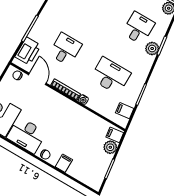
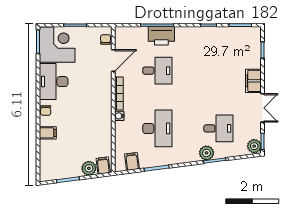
printer: (28, 51) -> (161, 36), moved

